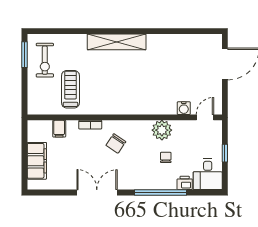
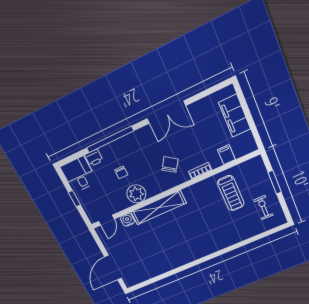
shelving: (117, 42) -> (159, 208), moved
window: (24, 55) -> (275, 182), moved
exercise bike: (45, 60) -> (264, 207), width x0.73, depth x0.72

